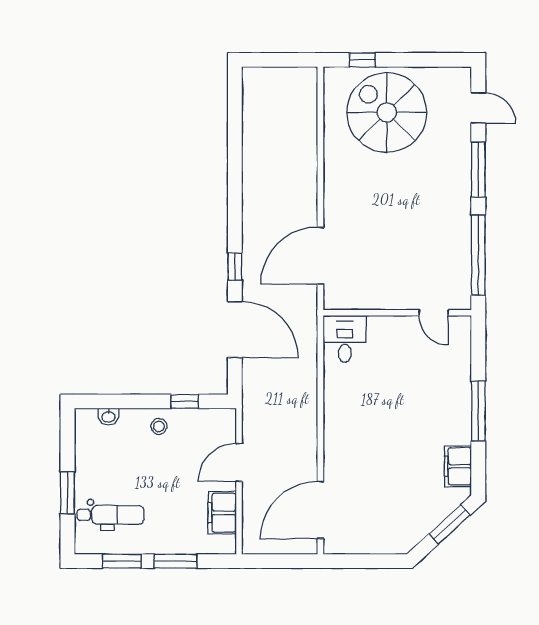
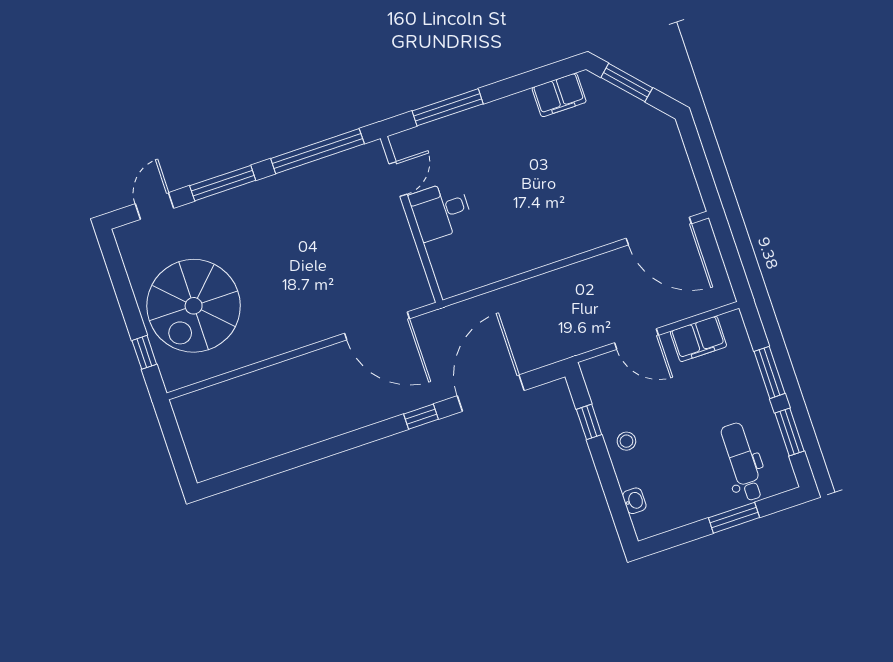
desk: (345, 339) -> (441, 211), moved
window: (478, 411) -> (448, 107), moved

